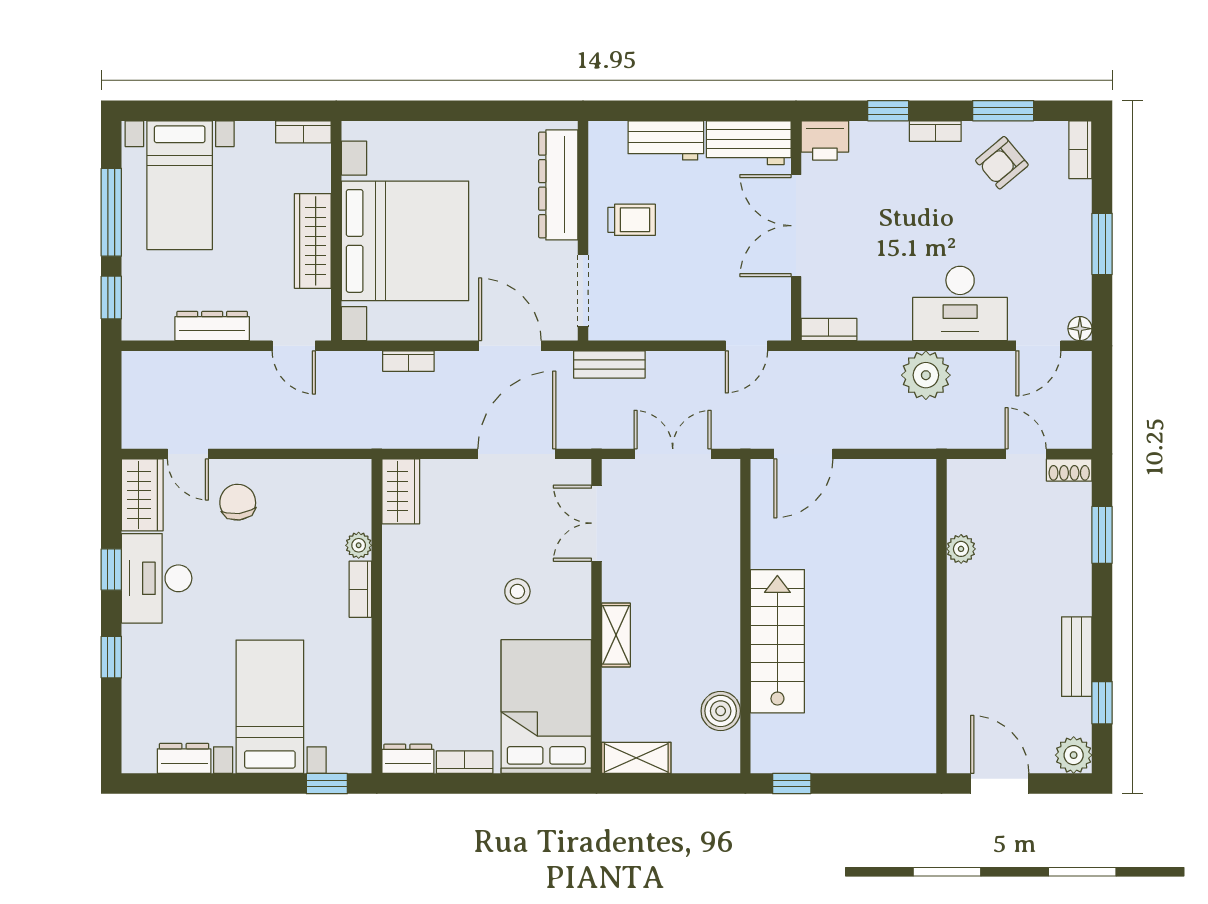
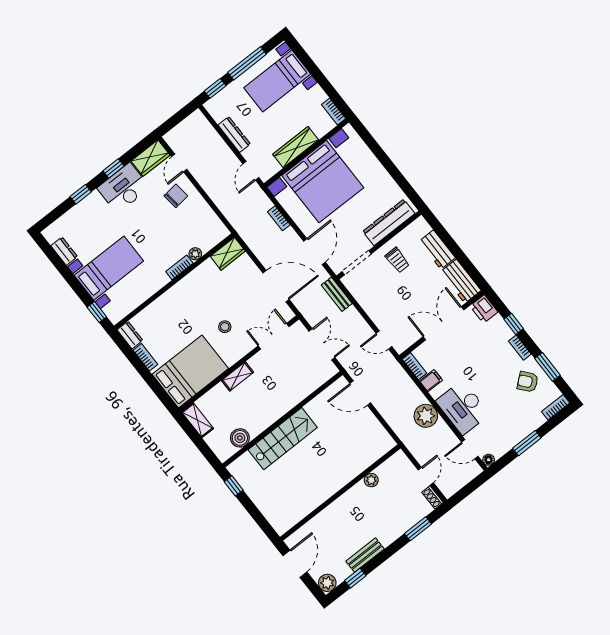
filing cabinet: (874, 321) -> (431, 381), added

